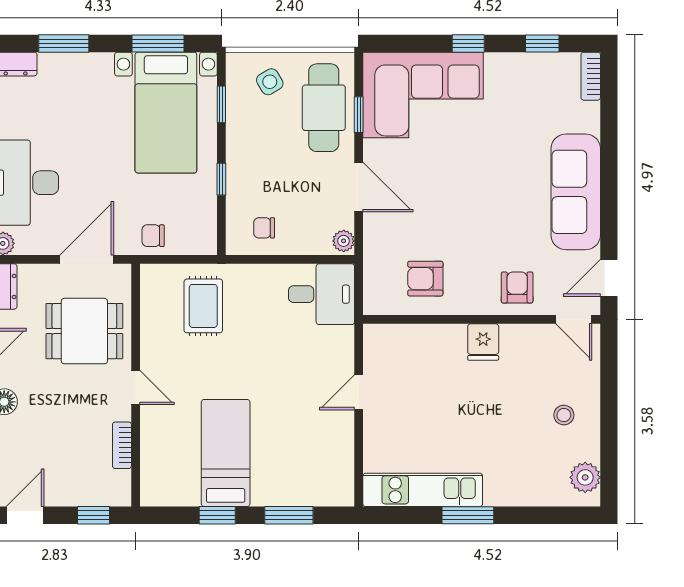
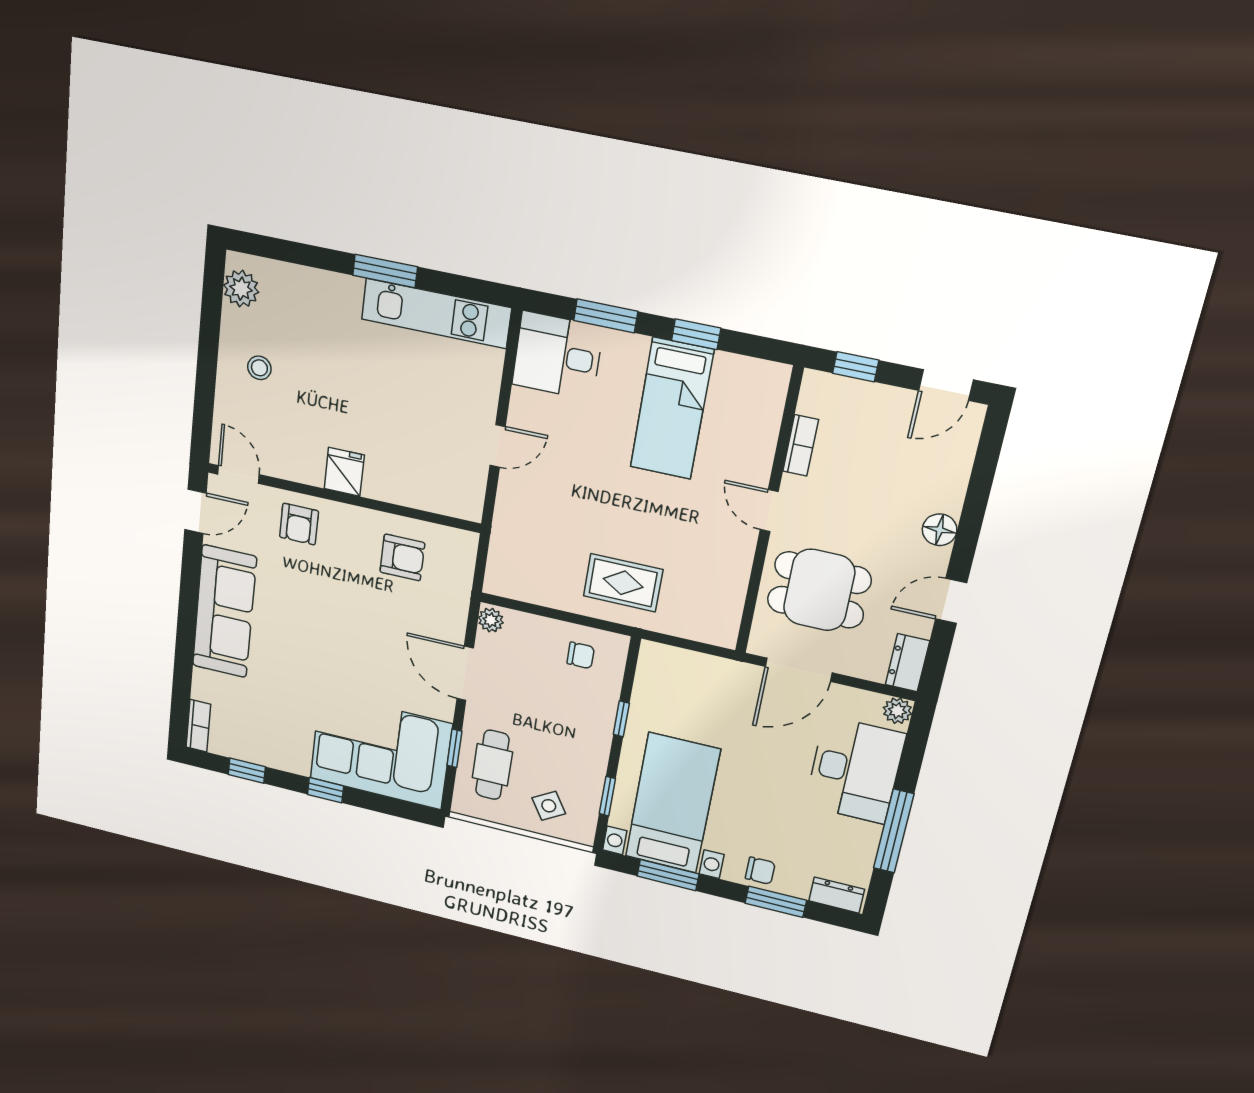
cafe table: (324, 108) -> (492, 765), width x0.73, depth x0.74
chair: (153, 236) -> (760, 871), moved
desk: (321, 294) -> (557, 356), moved
rug: (203, 306) -> (623, 583), moved, turned 90

